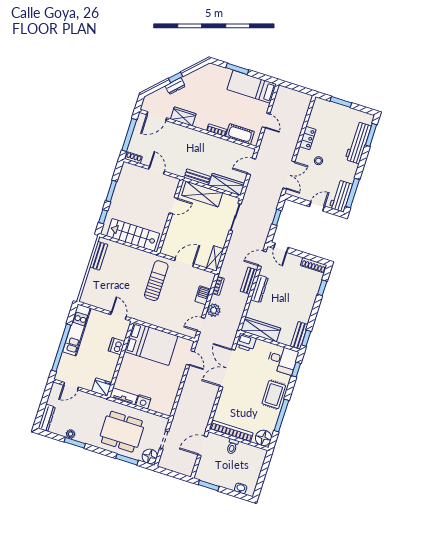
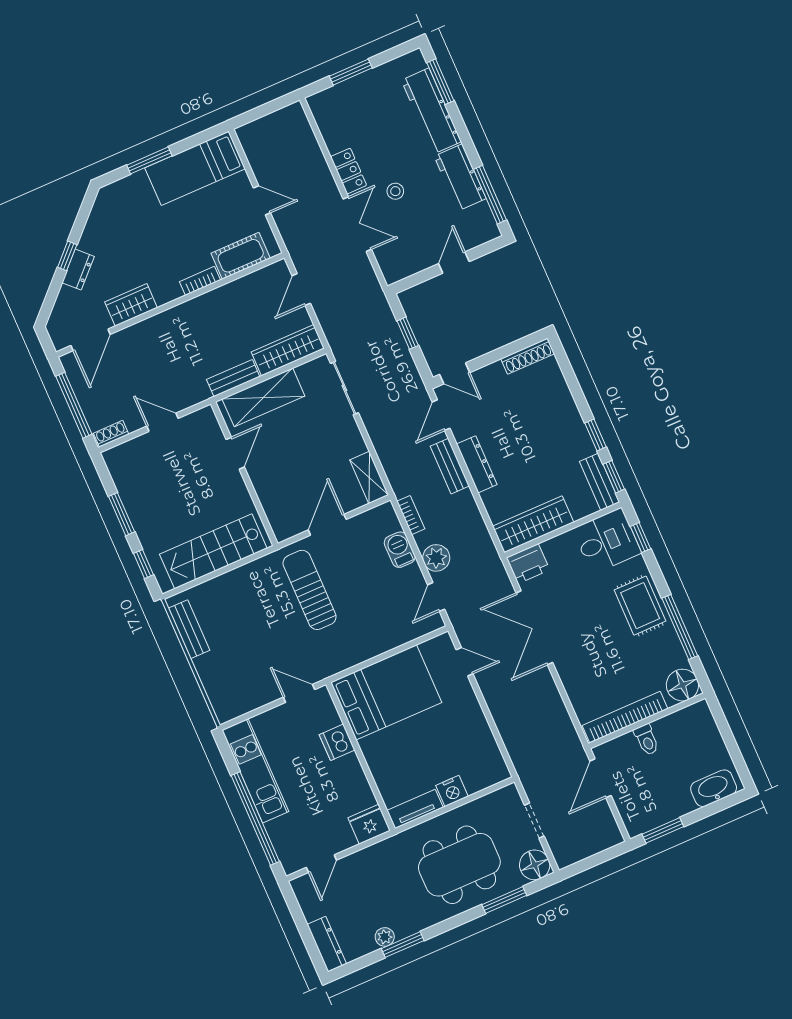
double door: (289, 175) -> (357, 224), moved
workbench: (341, 196) -> (460, 177), moved
window: (322, 288) -> (595, 435), moved
washbasin: (241, 488) -> (714, 788), width x1.91, depth x1.45

